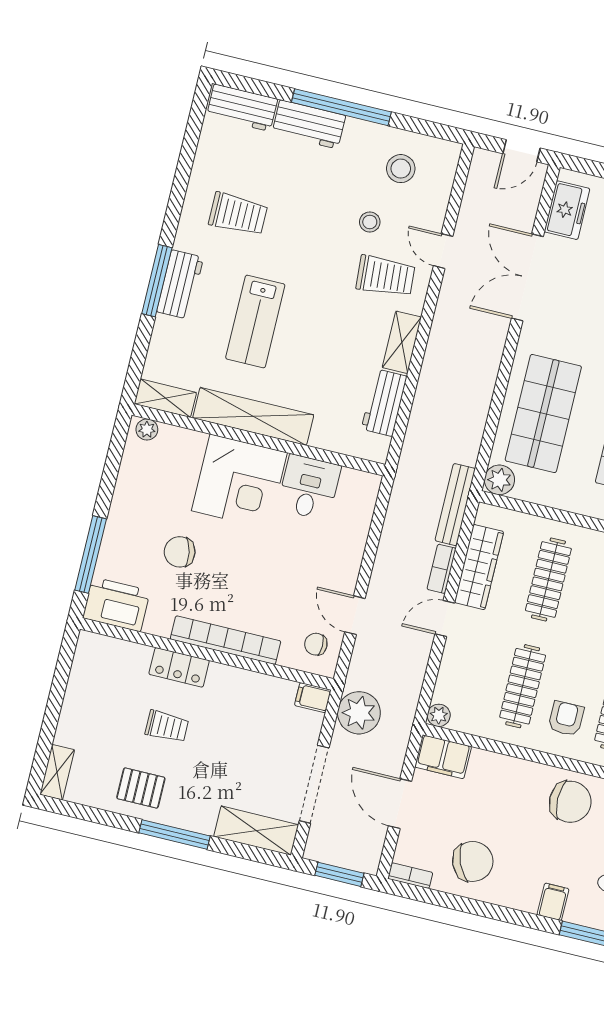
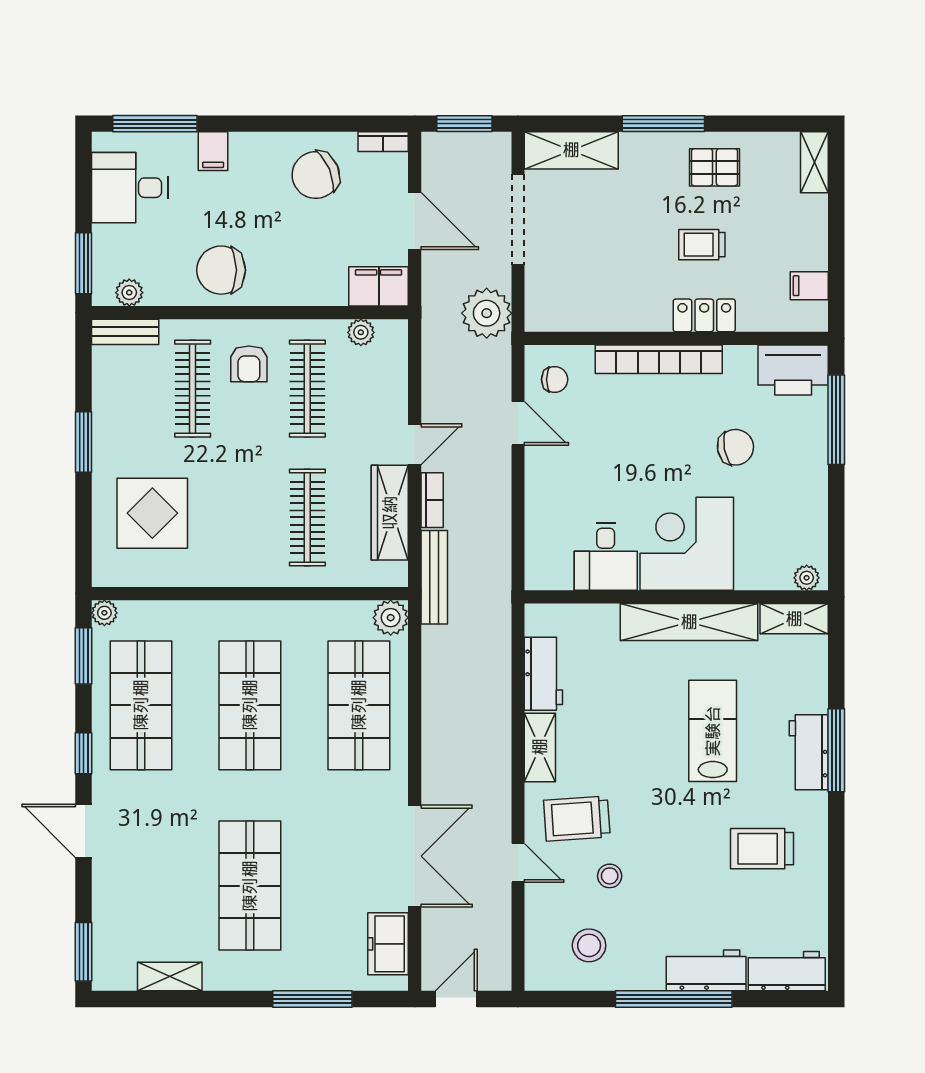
filing cabinet: (313, 698) -> (809, 286), moved, turned 180
plant: (439, 715) -> (361, 332), moved

